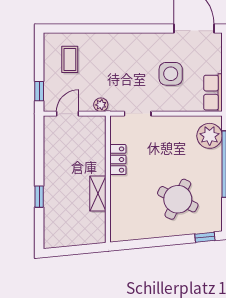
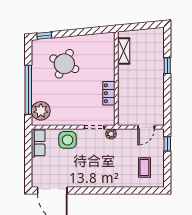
side table: (171, 74) -> (68, 140), moved
plant: (101, 105) -> (111, 134), moved
shelving: (98, 194) -> (124, 51), moved

